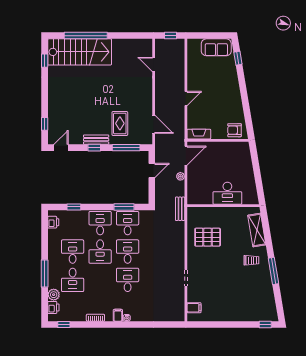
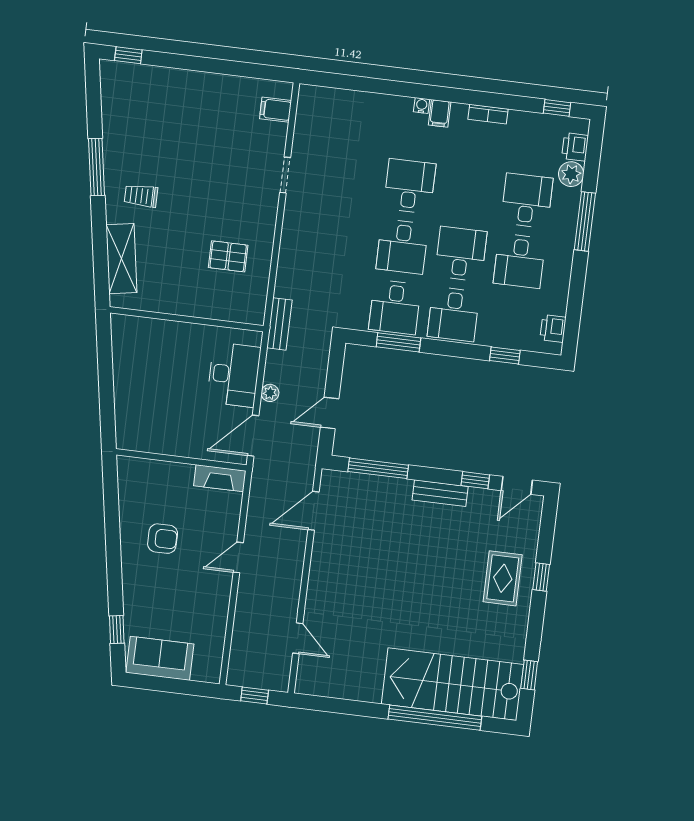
rug: (120, 123) -> (503, 578), moved
window: (45, 124) -> (541, 577), moved
door: (154, 124) -> (313, 511), hinge flipped
armchair: (234, 130) -> (163, 539), moved
window: (94, 148) -> (475, 480), moved
desk: (227, 193) -> (234, 375), moved, turned 90
pallet: (208, 237) -> (228, 256), width x0.67, depth x0.71
desk: (128, 280) -> (410, 186), turned 180

